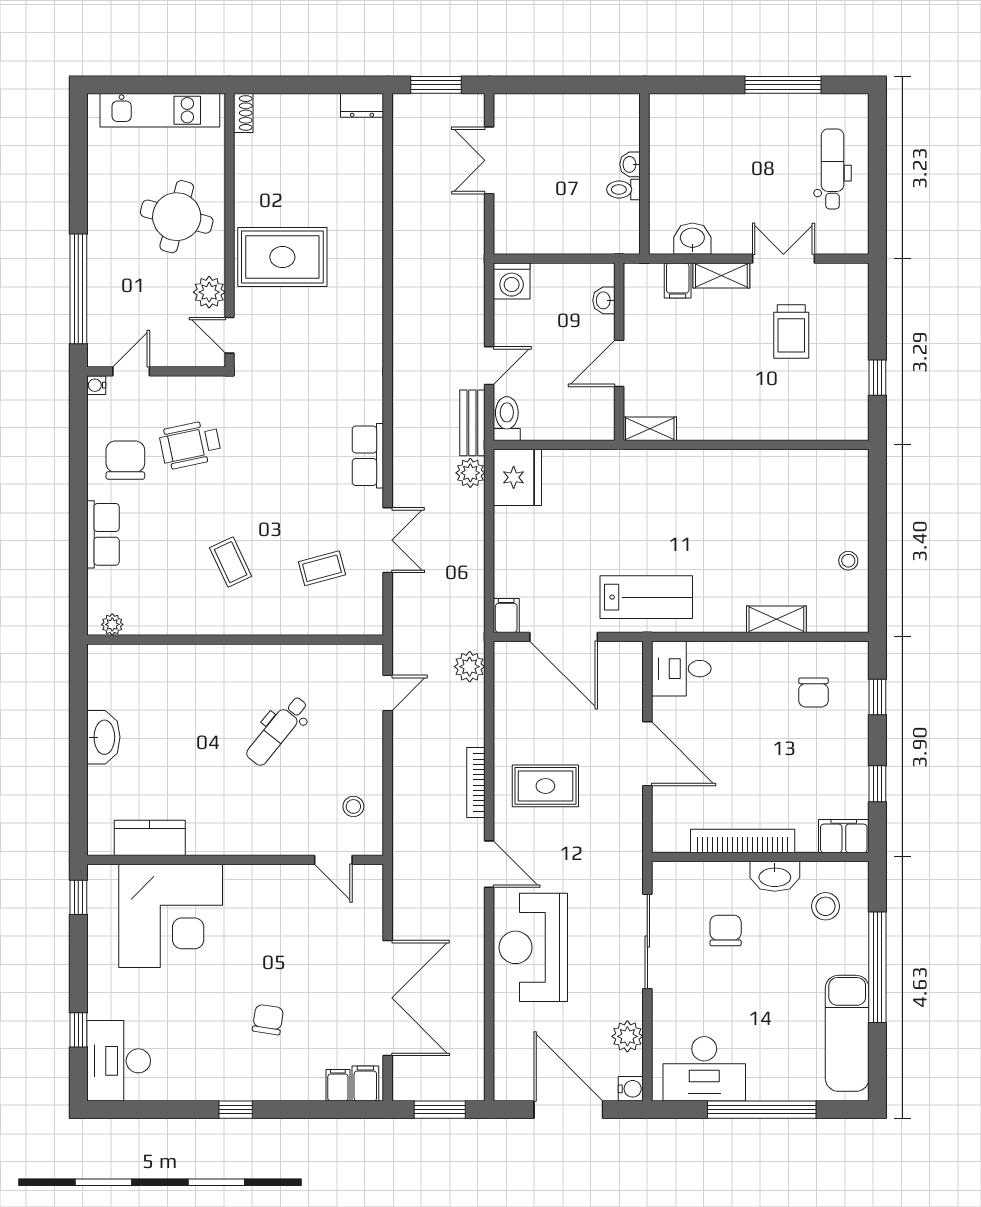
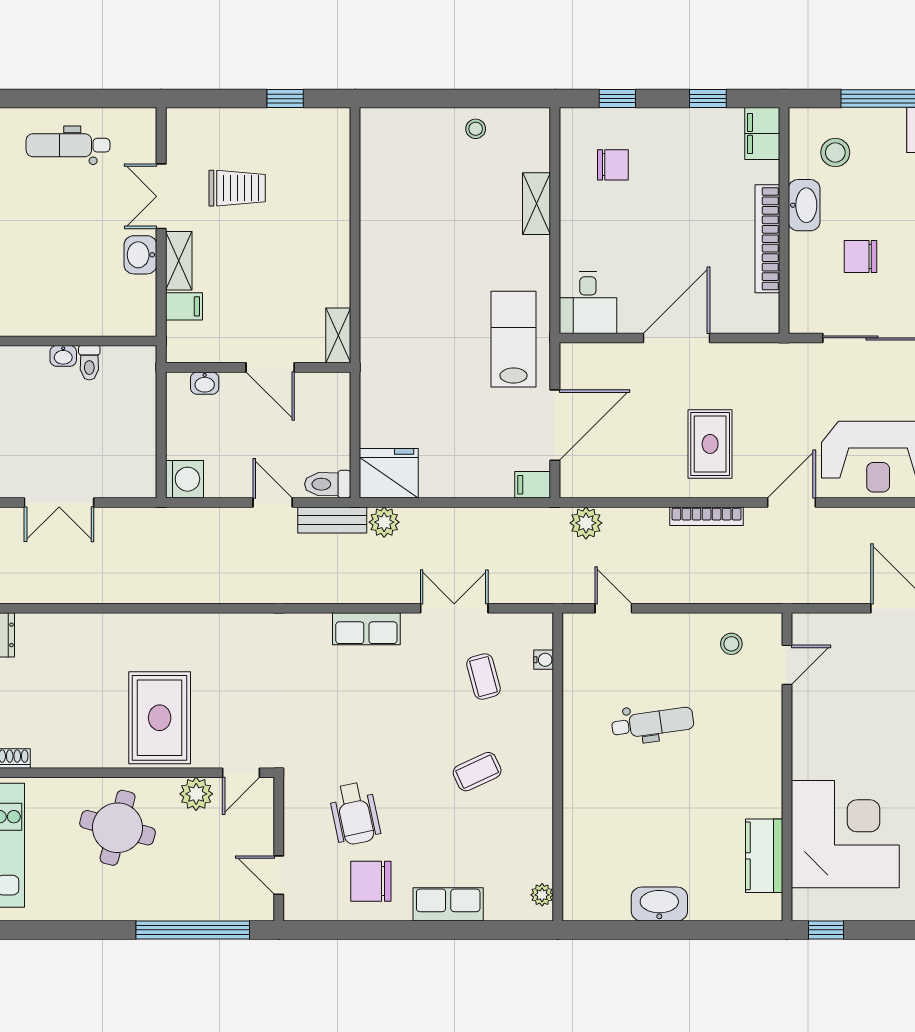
washbasin: (692, 239) -> (140, 255), moved
water cooler: (96, 385) -> (544, 660), moved, turned -90
dental chair: (277, 731) -> (653, 723), turned -47

